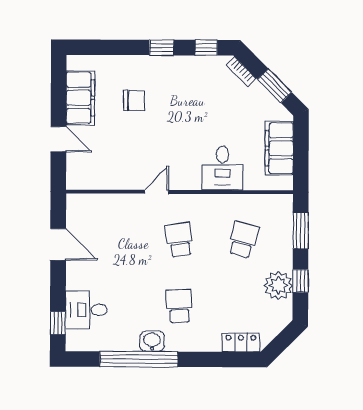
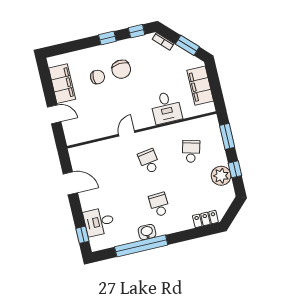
chair: (171, 97) -> (121, 69), added

